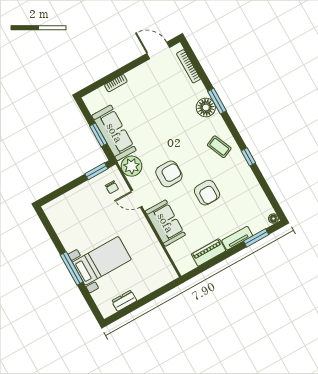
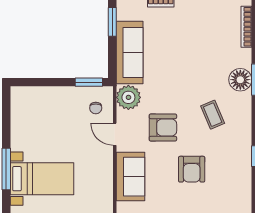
window: (98, 135) -> (112, 22), moved
coffee table: (219, 147) -> (213, 115), moved

